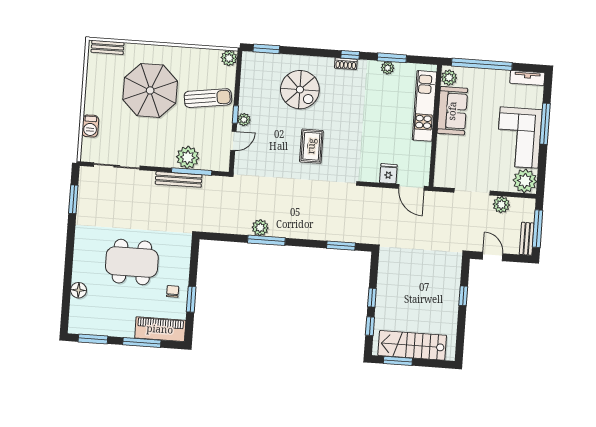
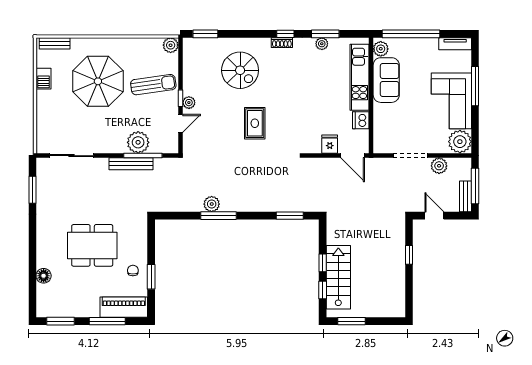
barbecue: (90, 126) -> (44, 79), moved
dishwasher: (423, 151) -> (361, 120), added
stairs: (412, 345) -> (338, 277), moved, turned 90

